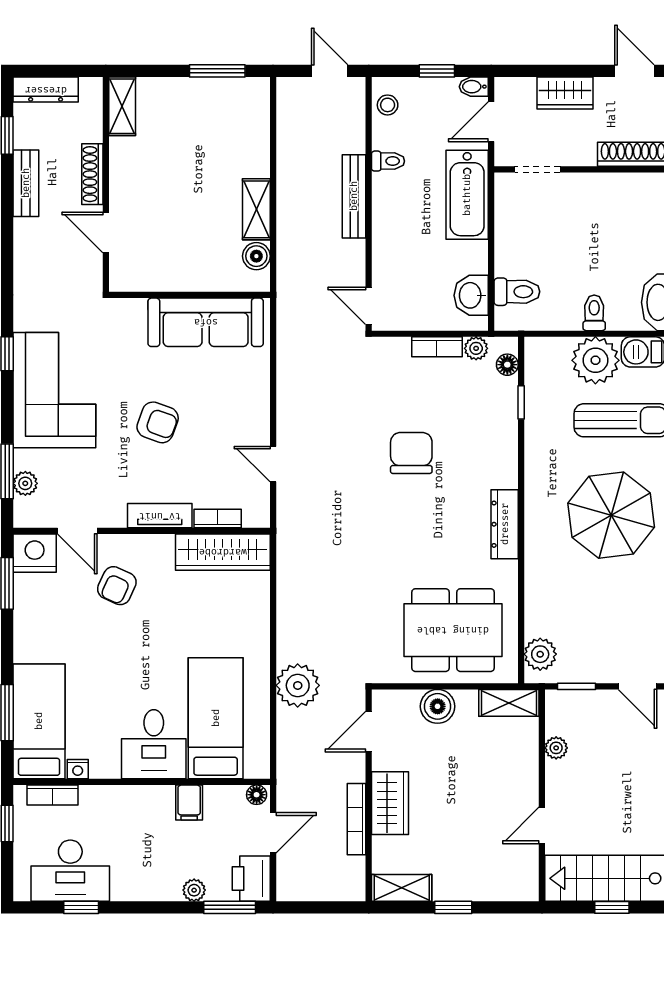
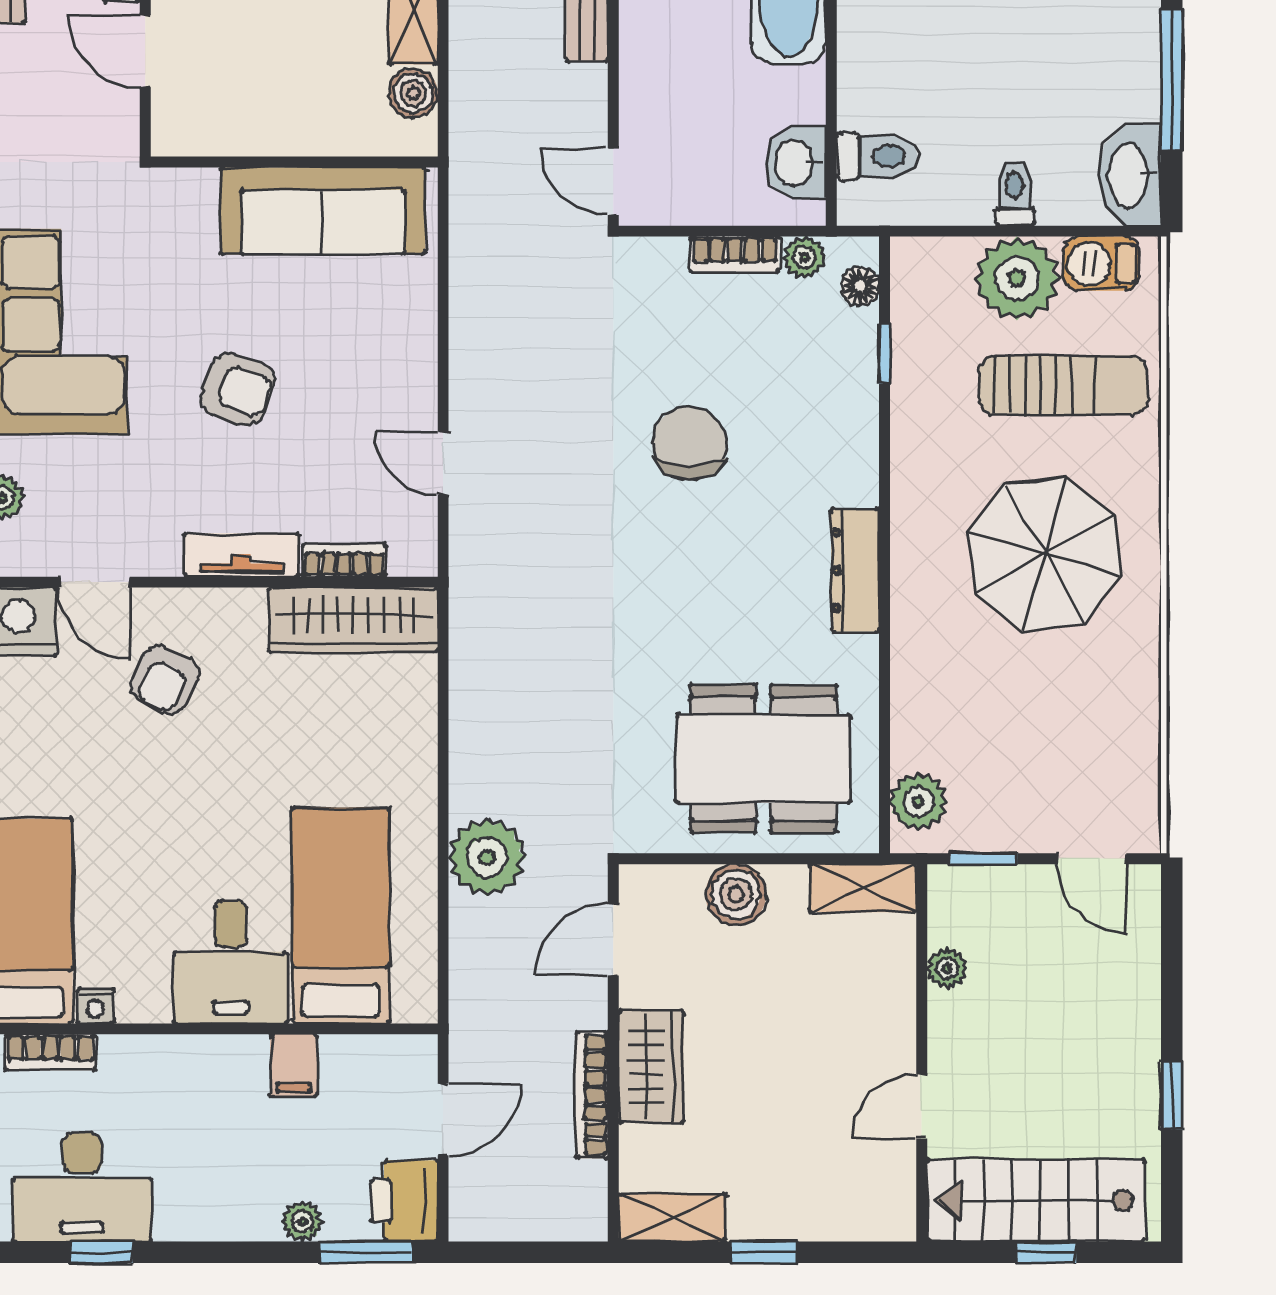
floor lamp: (257, 795) -> (414, 1052), removed

